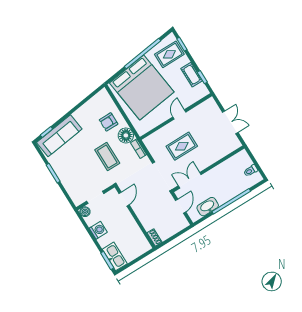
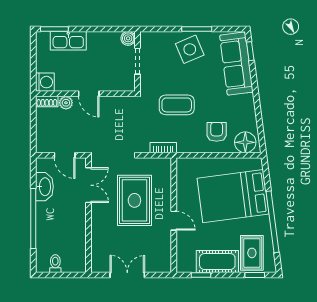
cot: (192, 75) -> (217, 262), width x1.37, depth x1.34
bed: (142, 87) -> (233, 196), width x0.73
double door: (230, 122) -> (127, 275), swing flipped
floor lamp: (126, 135) -> (245, 142), moved
rug: (182, 146) -> (134, 200), width x1.36, depth x1.43
side table: (68, 170) -> (190, 49), added
door: (124, 199) -> (89, 94), moved
plant: (148, 225) -> (66, 103), added
washing machine: (98, 230) -> (45, 82), moved, turned -90
kitchen sink: (115, 256) -> (68, 41), moved

